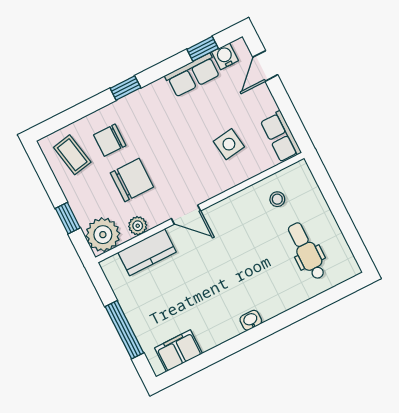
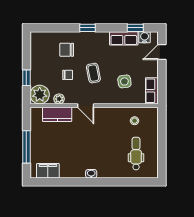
coffee table: (72, 155) -> (93, 73), moved
chair: (132, 180) -> (68, 75), width x0.54, depth x0.54

